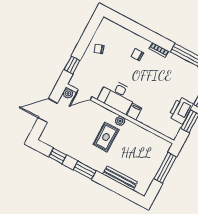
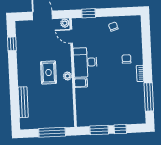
printer: (181, 110) -> (103, 118), removed
rug: (106, 137) -> (49, 72), turned 90
window: (85, 170) -> (13, 71), removed

